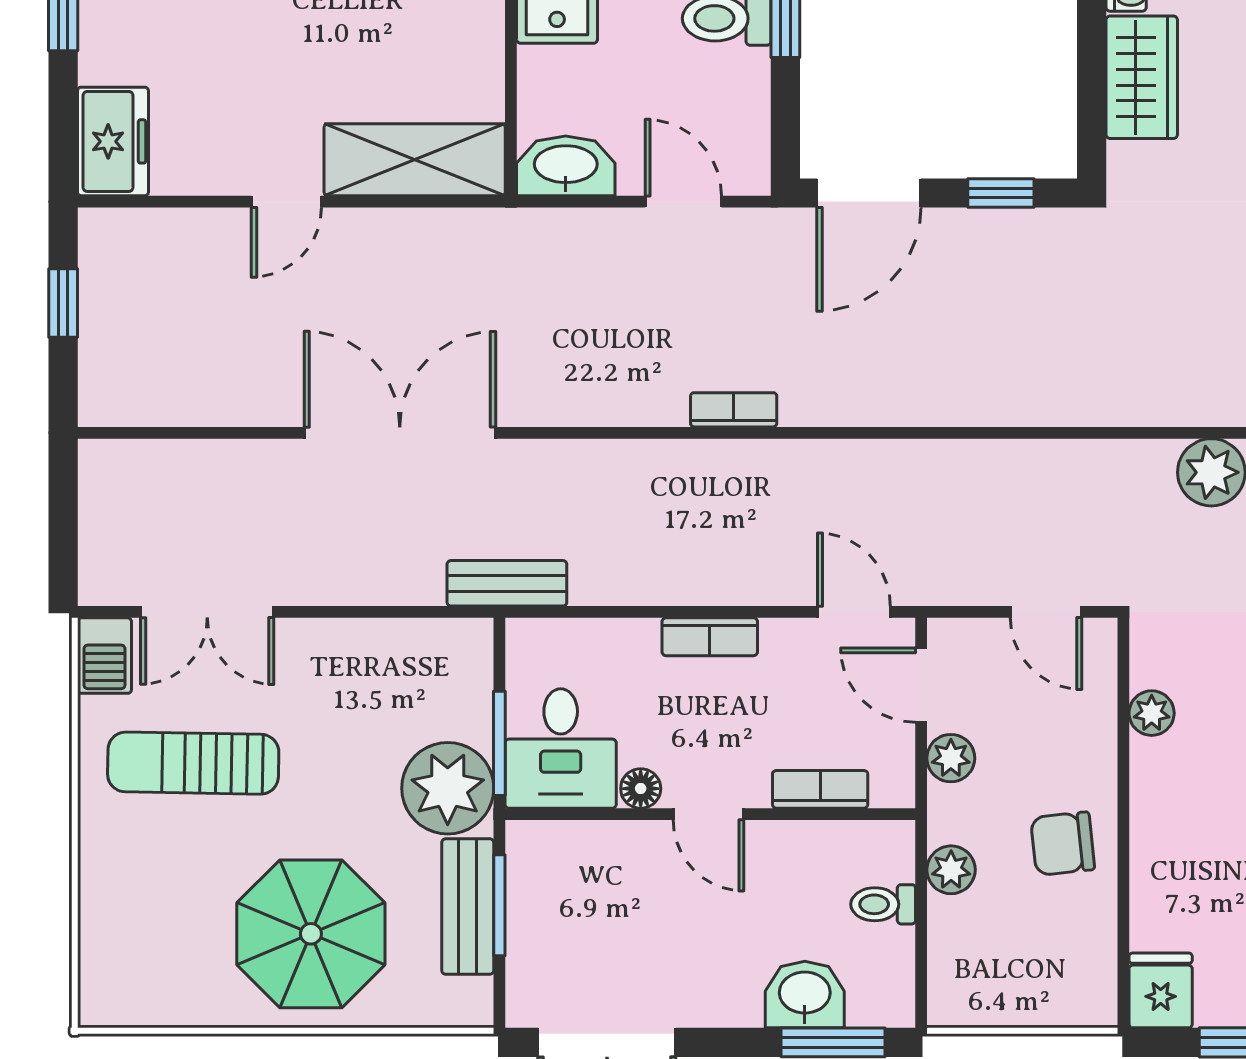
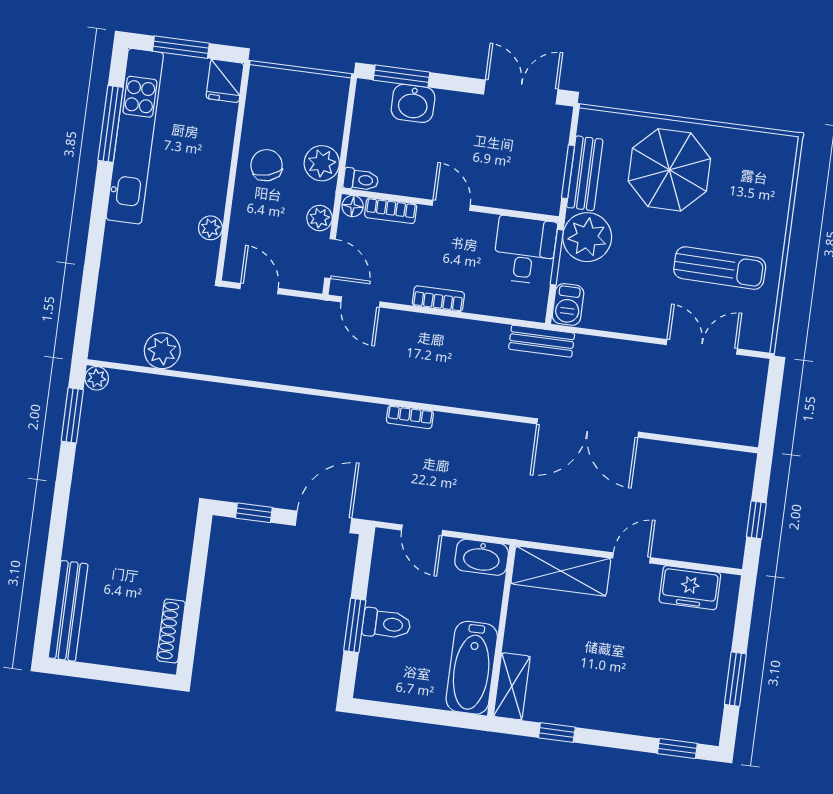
wardrobe: (1142, 77) -> (172, 564), removed
freezer: (113, 141) -> (690, 588), moved, turned -90
barbecue: (104, 656) -> (568, 304), moved, turned 180
floor lamp: (641, 789) -> (353, 206), moved
chair: (1063, 844) -> (266, 165), turned -101
plant: (951, 870) -> (322, 163), width x1.38, depth x1.38
toilet: (883, 904) -> (361, 180), moved

